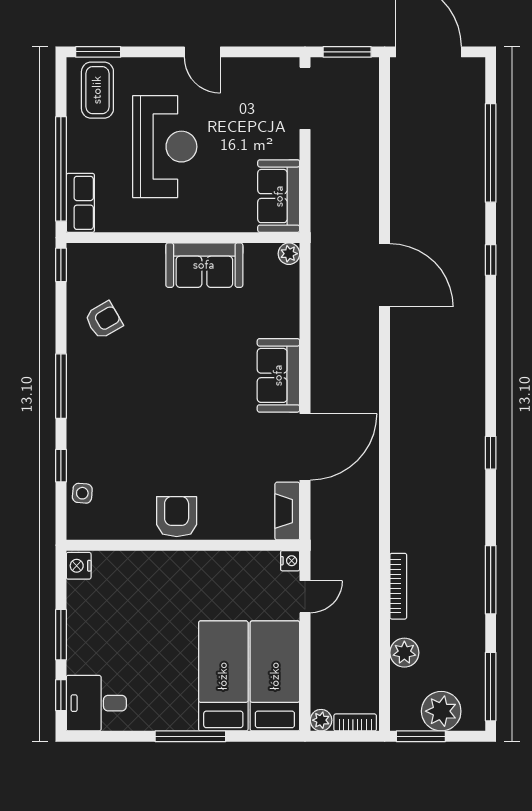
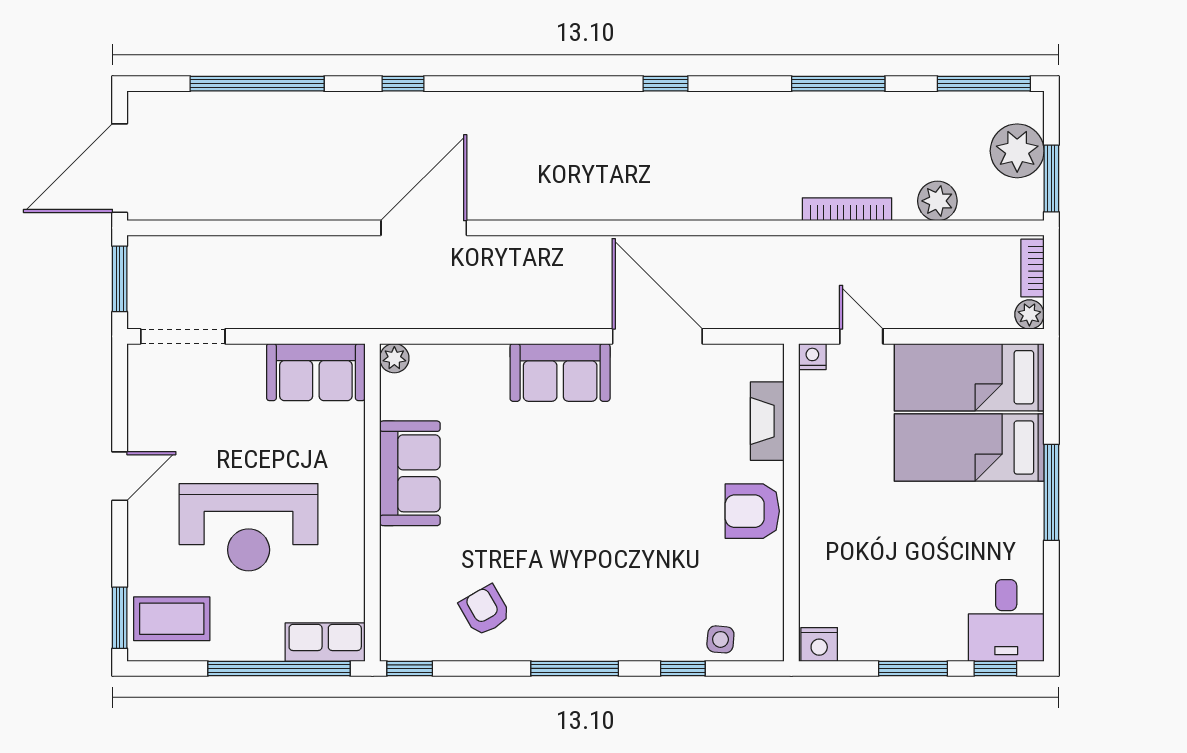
reception desk: (165, 147) -> (249, 527), turned 180
fireplace: (287, 511) -> (767, 421), moved, turned 90

